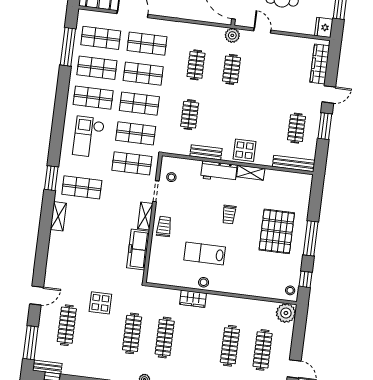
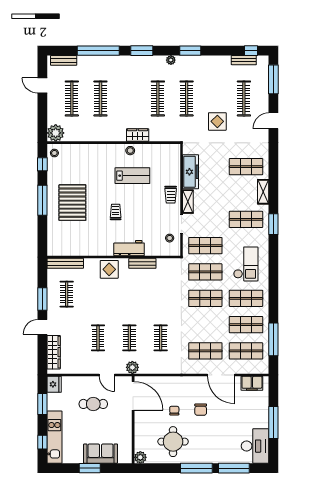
shop shelf: (143, 74) -> (246, 167), moved
clothes rail: (190, 115) -> (98, 338), moved
shelving: (251, 173) -> (101, 251), removed
bench: (47, 367) -> (244, 60), moved

